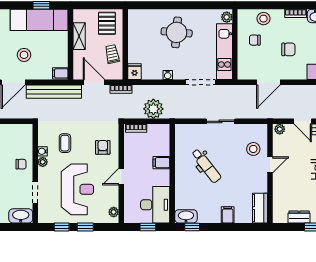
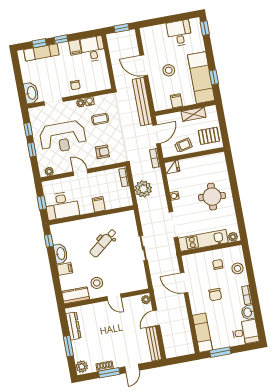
filing cabinet: (60, 73) -> (176, 101), moved
stool: (253, 149) -> (97, 283), moved
washbasin: (186, 216) -> (61, 254), moved
dresser: (299, 217) -> (73, 326), width x1.44

